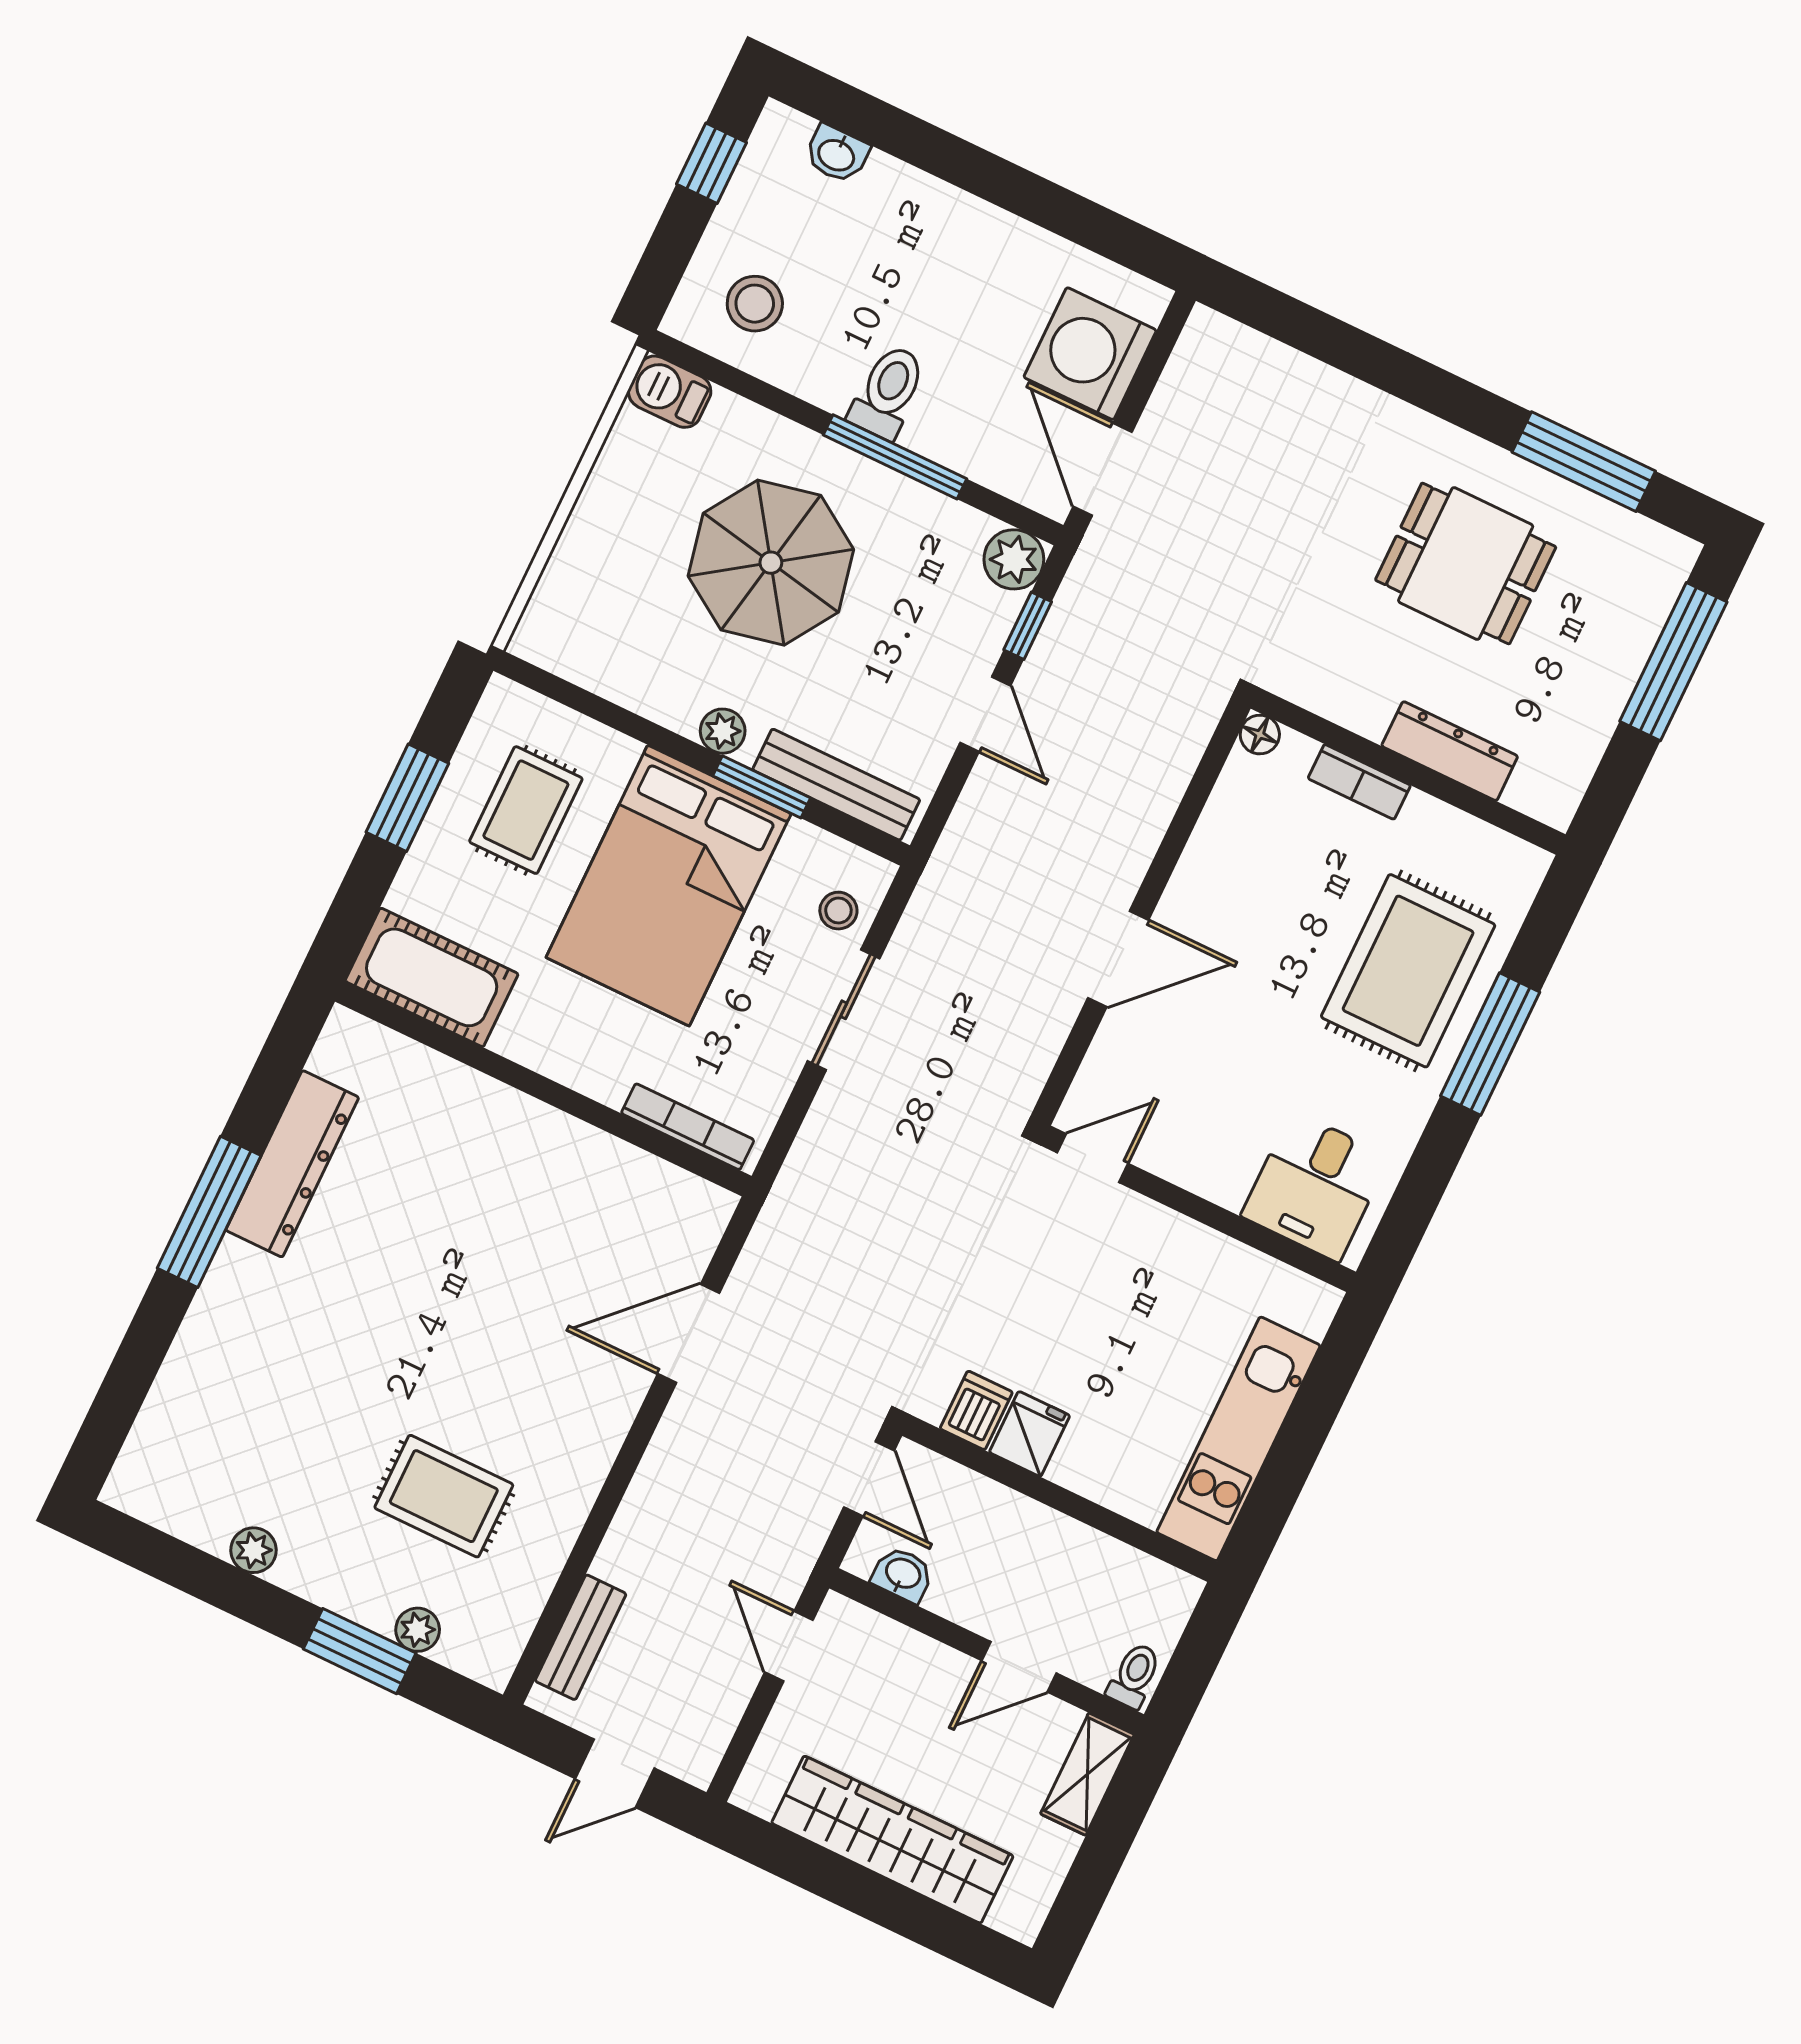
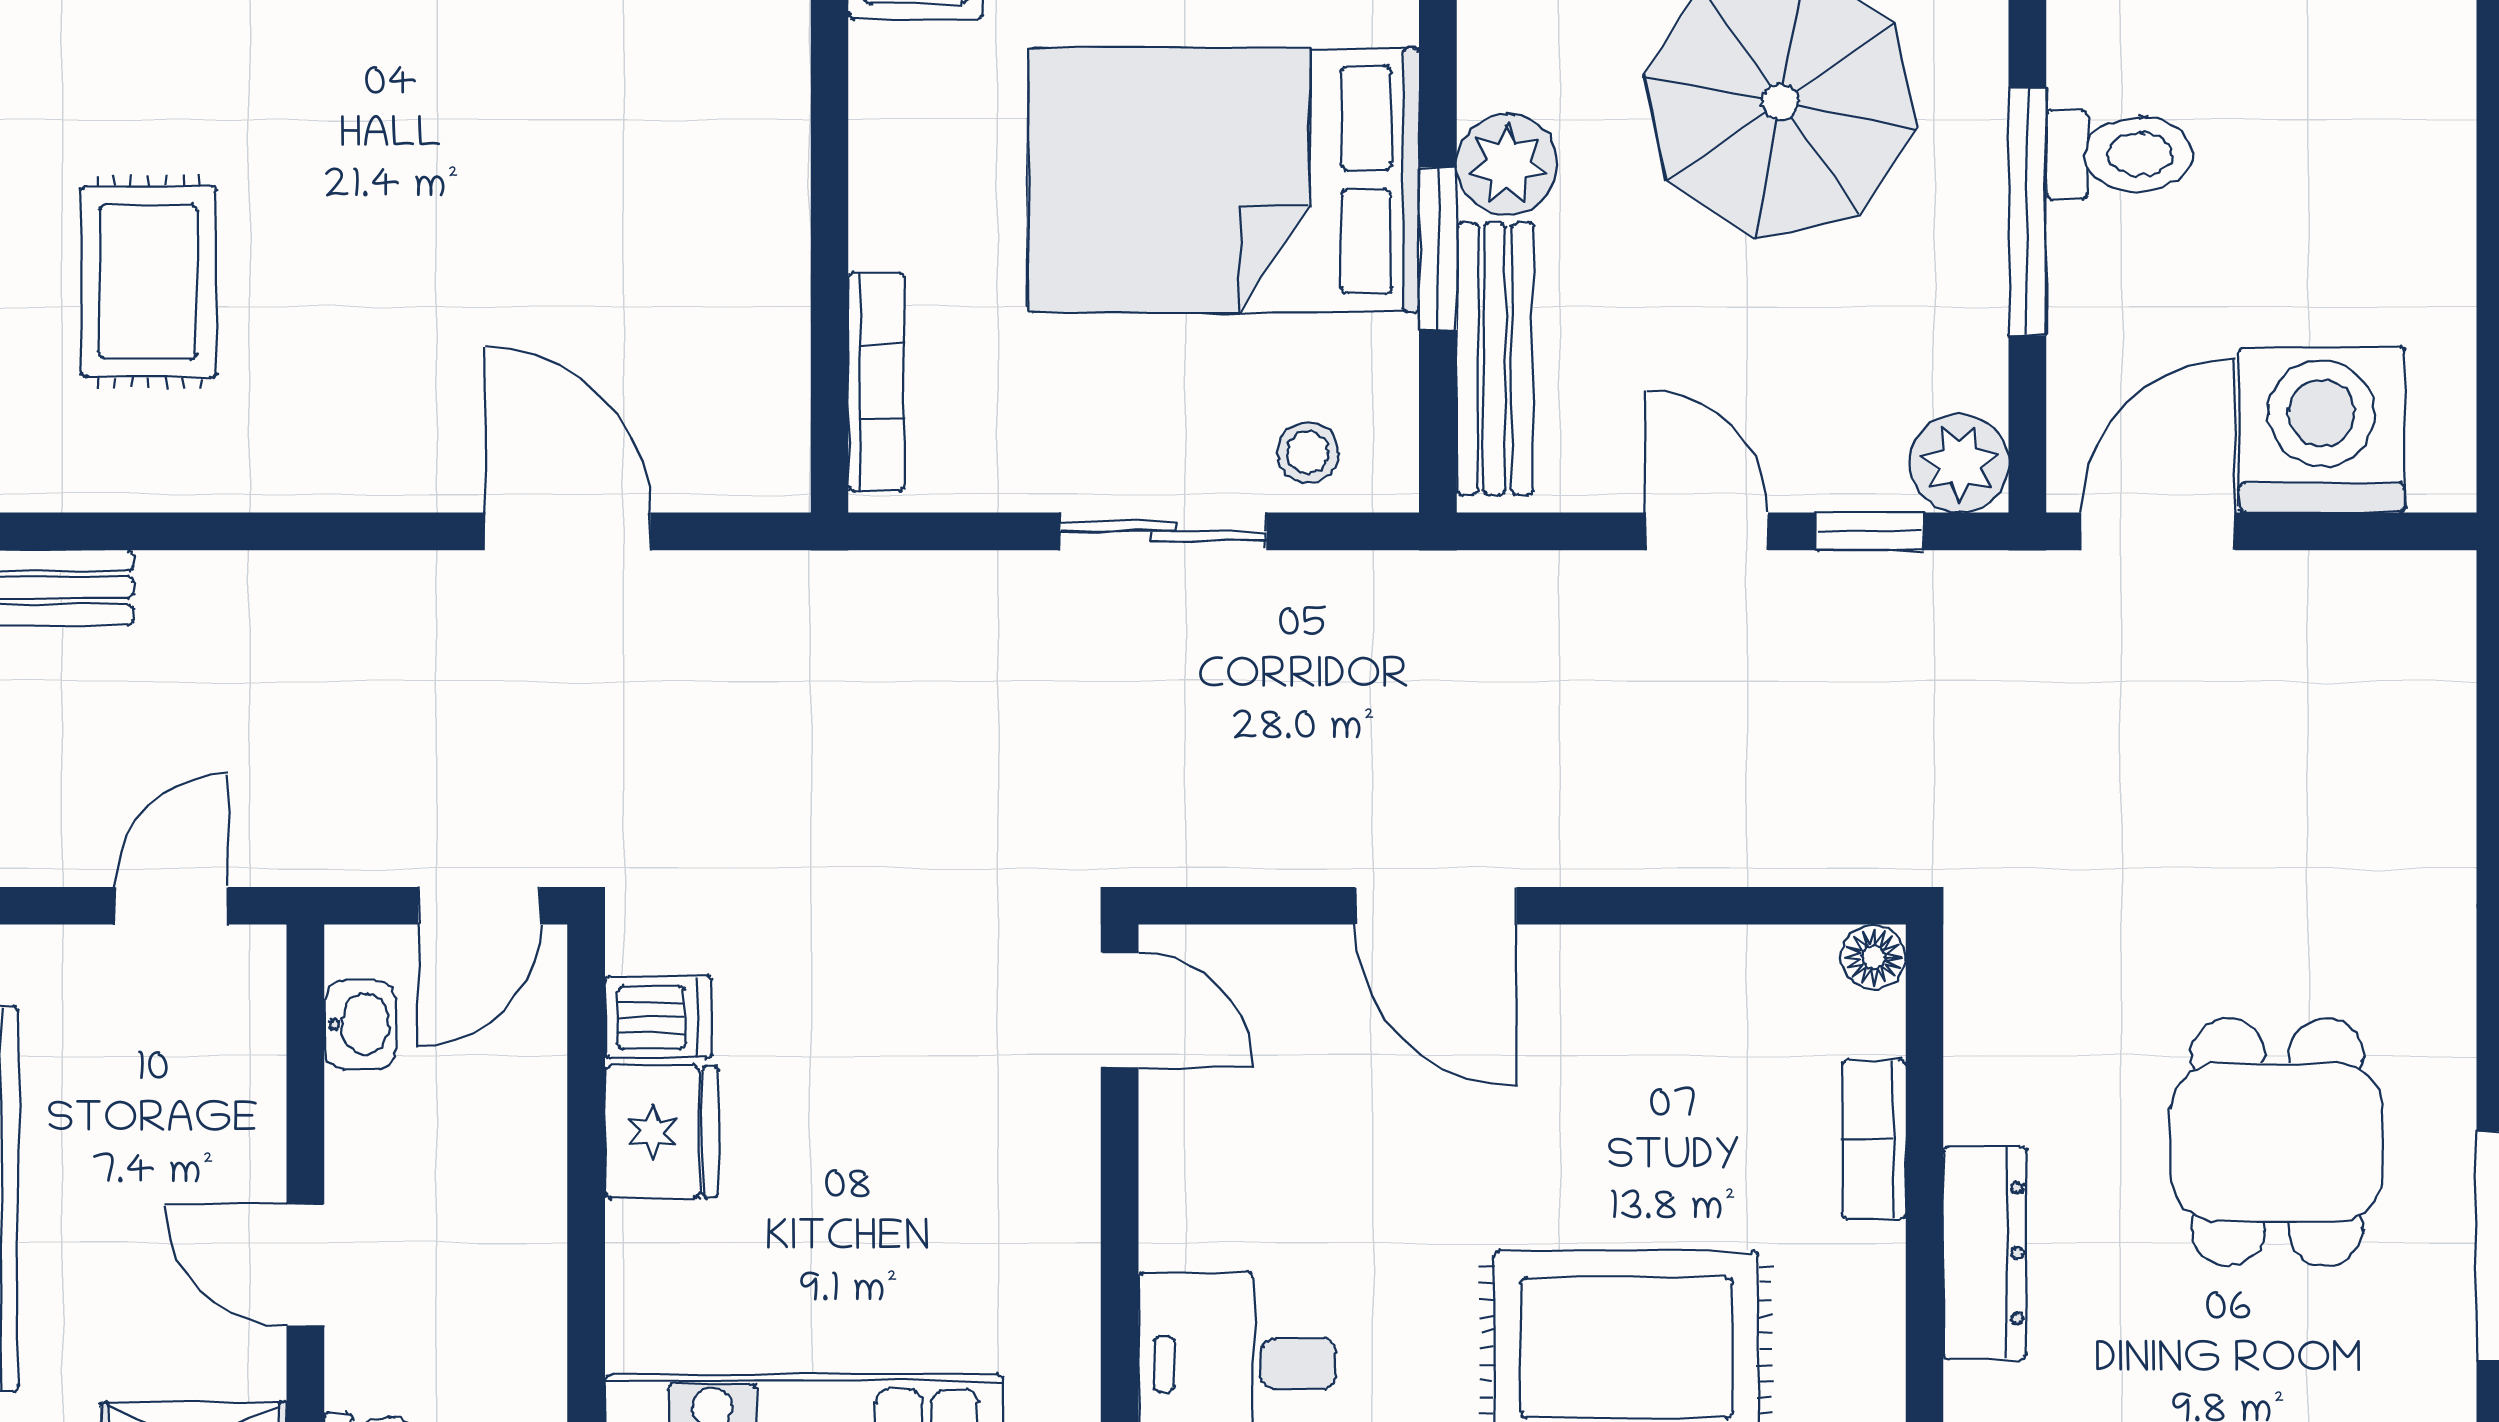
door: (985, 714) -> (1707, 531), swing flipped
plant: (723, 731) -> (1507, 164), width x1.38, depth x1.38
fridge: (1030, 1434) -> (662, 1132), width x1.38

